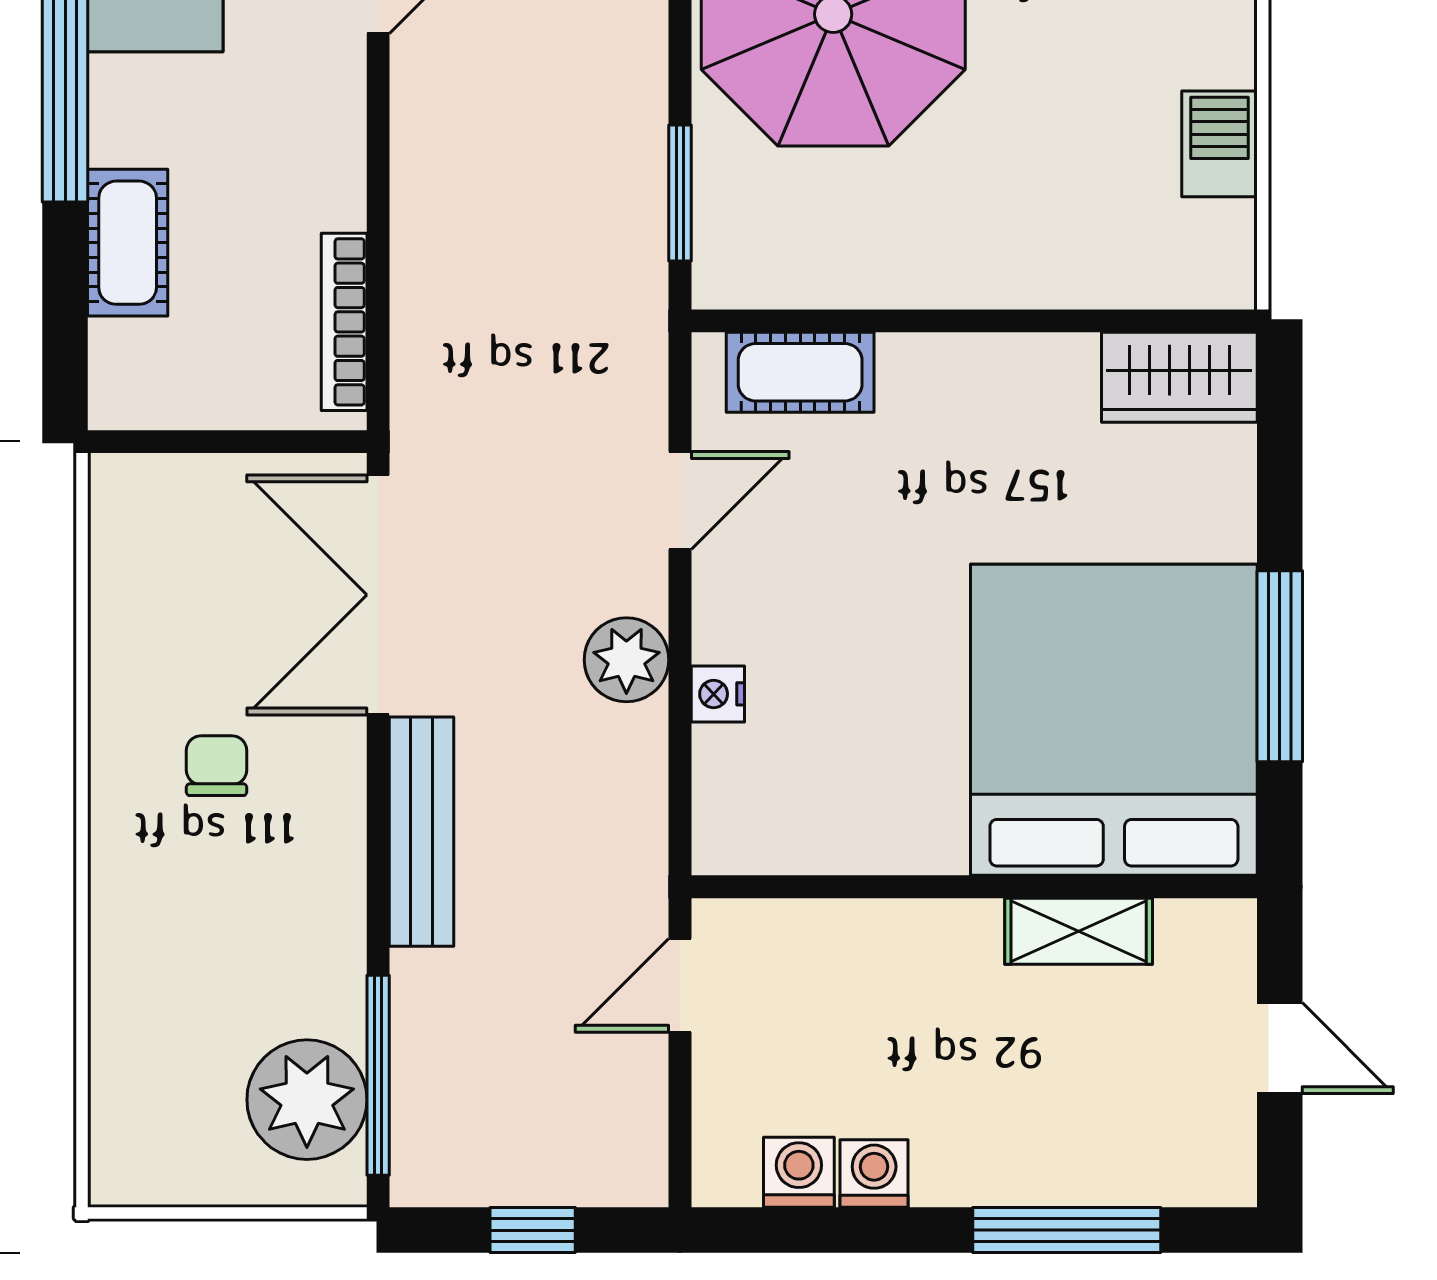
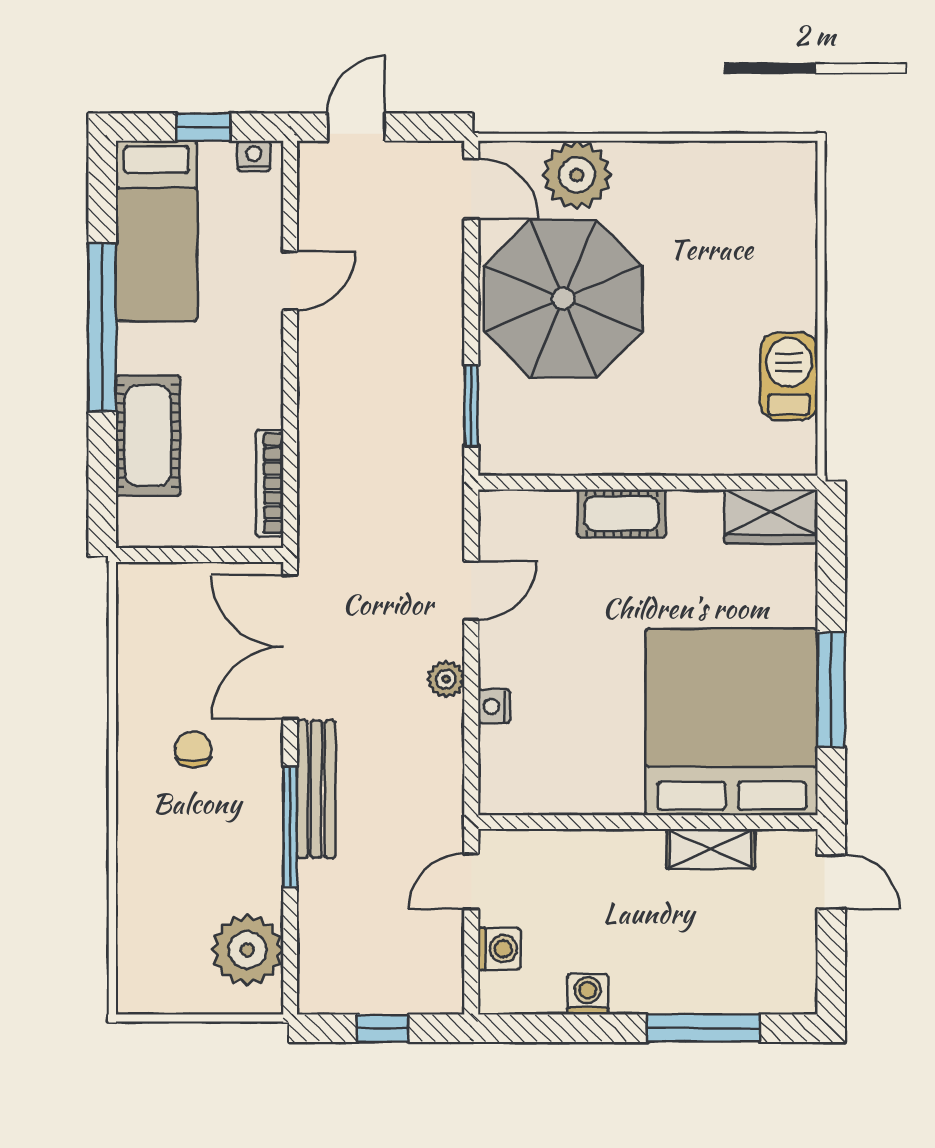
barbecue: (1219, 144) -> (789, 376), width x1.38, depth x1.27
cot: (128, 243) -> (148, 436), width x1.37, depth x1.34
cot: (800, 372) -> (622, 513), moved
plant: (626, 660) -> (446, 679), width x0.73, depth x0.73
door: (1280, 1048) -> (831, 882), moved
window: (378, 1075) -> (290, 827), moved
washing machine: (799, 1172) -> (499, 949), moved, turned 90

